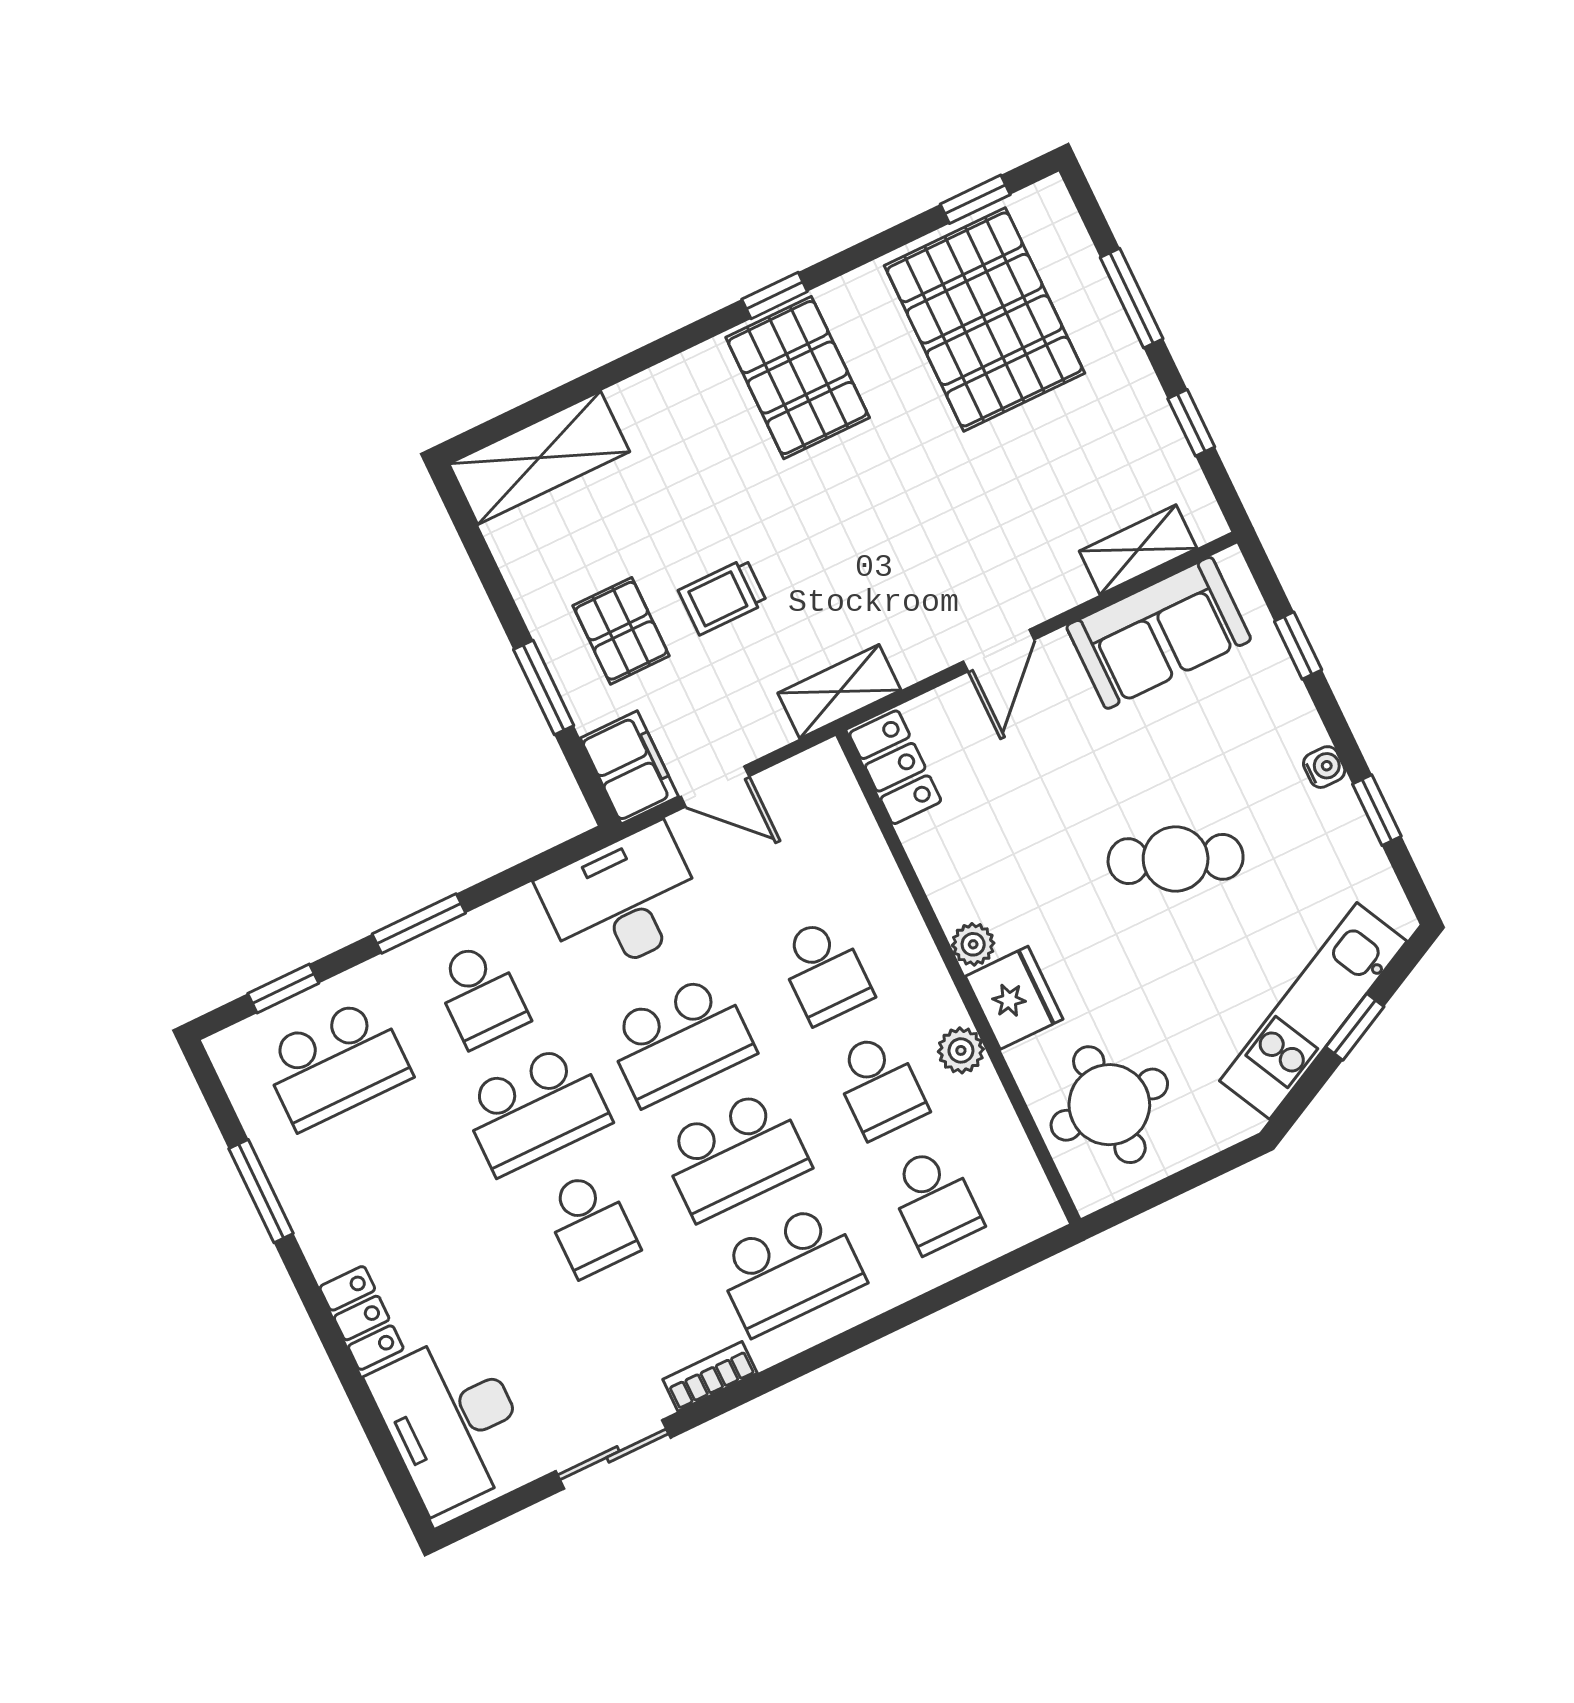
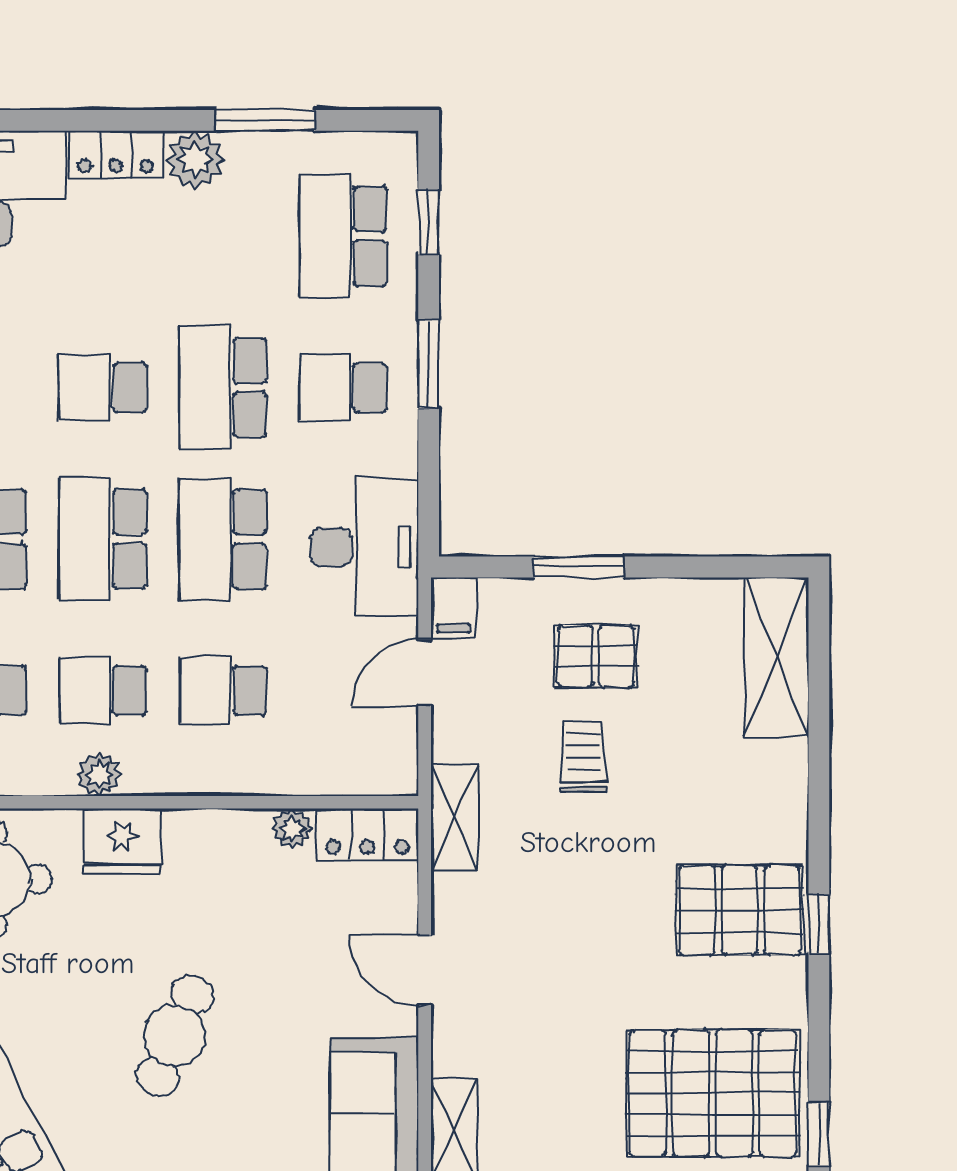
filing cabinet: (629, 767) -> (453, 607), width x0.50
plant: (973, 944) -> (292, 828), moved
plant: (330, 1240) -> (195, 159), added

